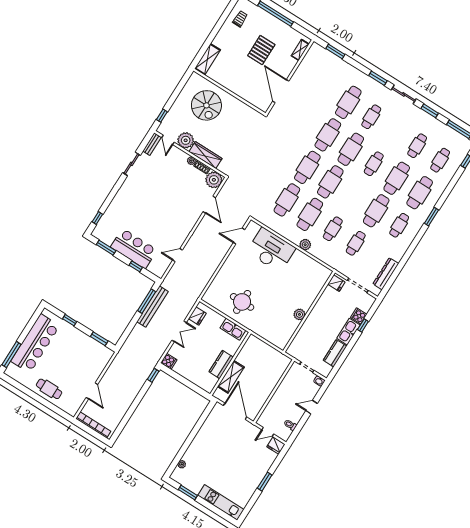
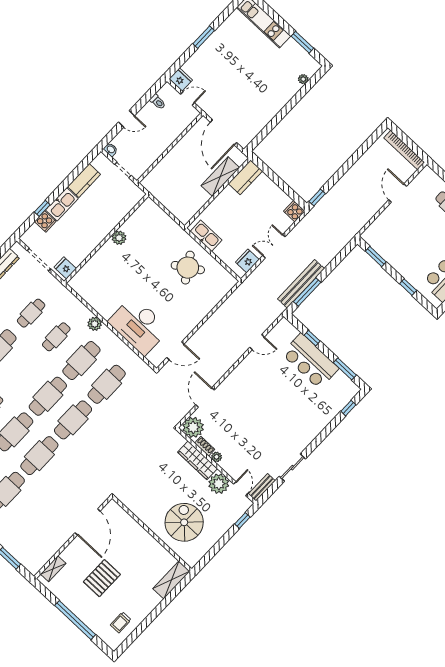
round table: (242, 302) -> (188, 268), turned -33
kitchen counter: (221, 364) -> (245, 177), moved

